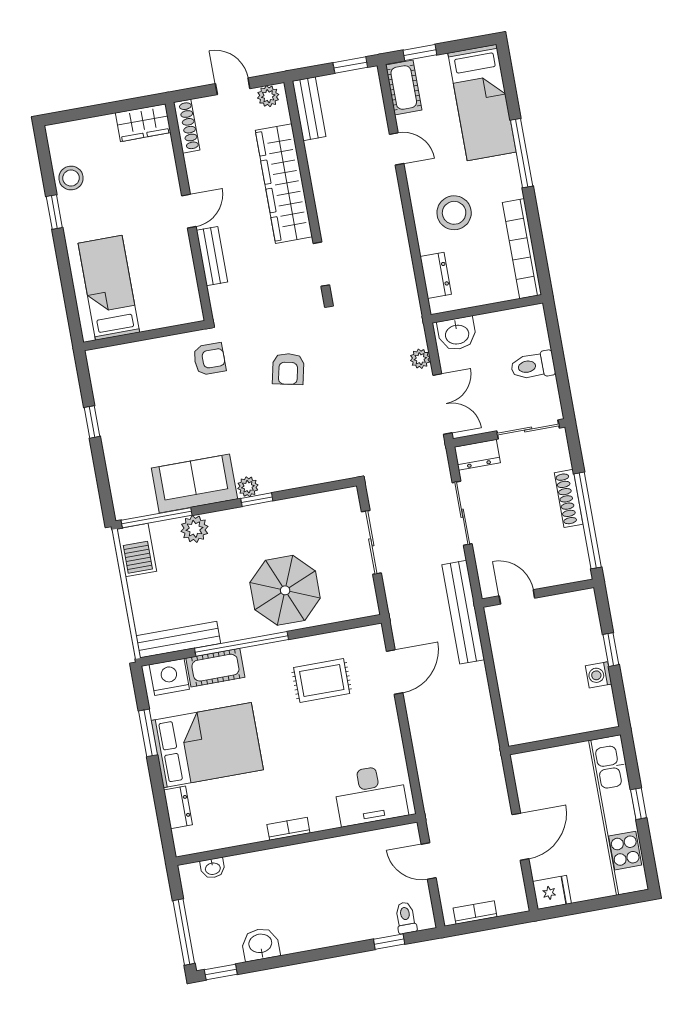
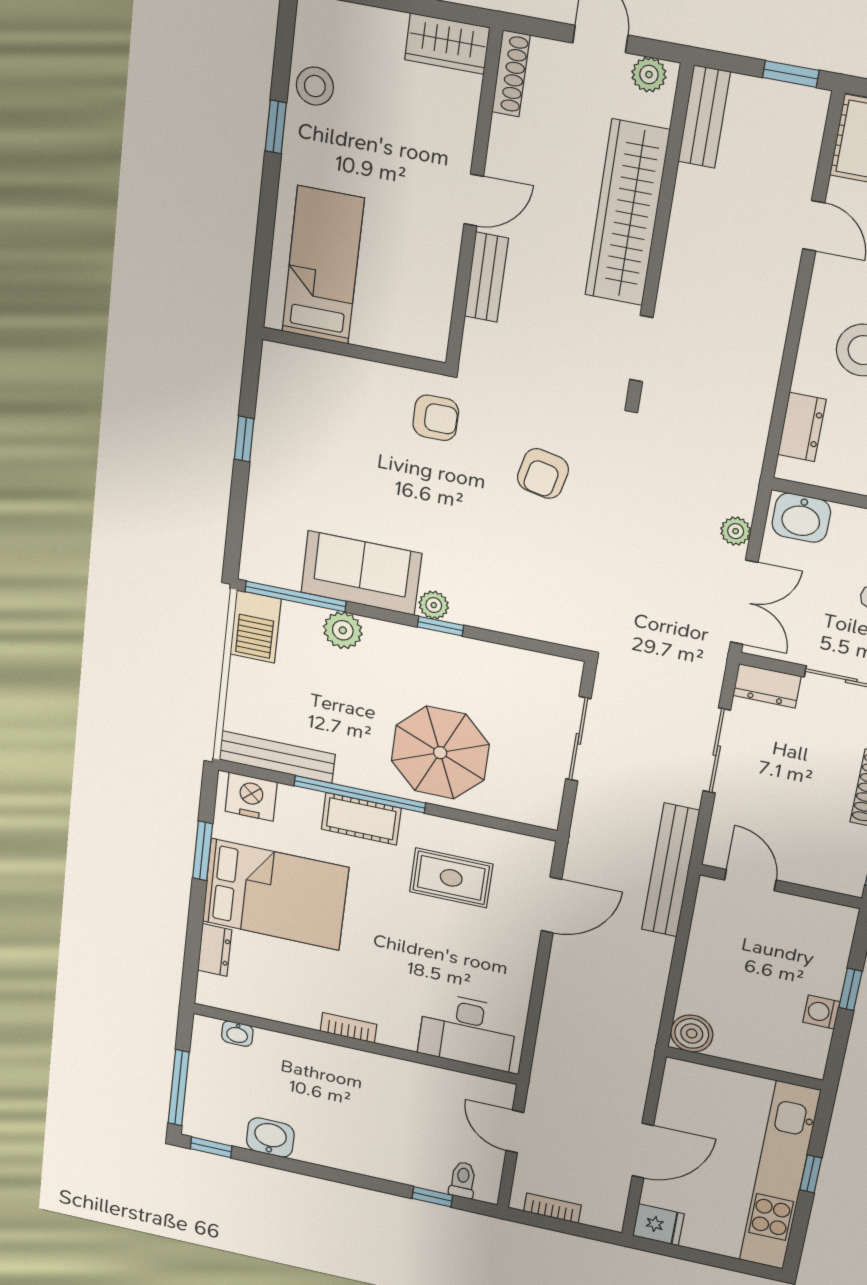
cot: (215, 668) -> (361, 819), moved
boiler: (520, 729) -> (692, 1033), added

